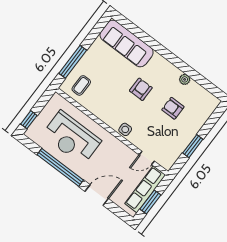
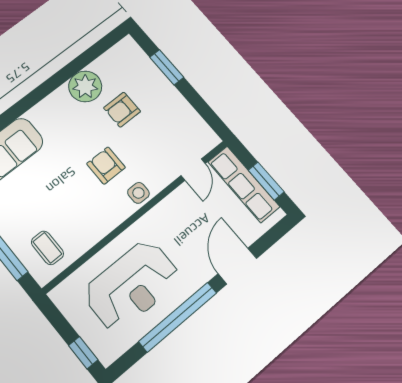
plant: (185, 79) -> (85, 86), width x1.88, depth x1.88
armchair: (141, 89) -> (106, 166), moved
window: (193, 146) -> (167, 67), moved

